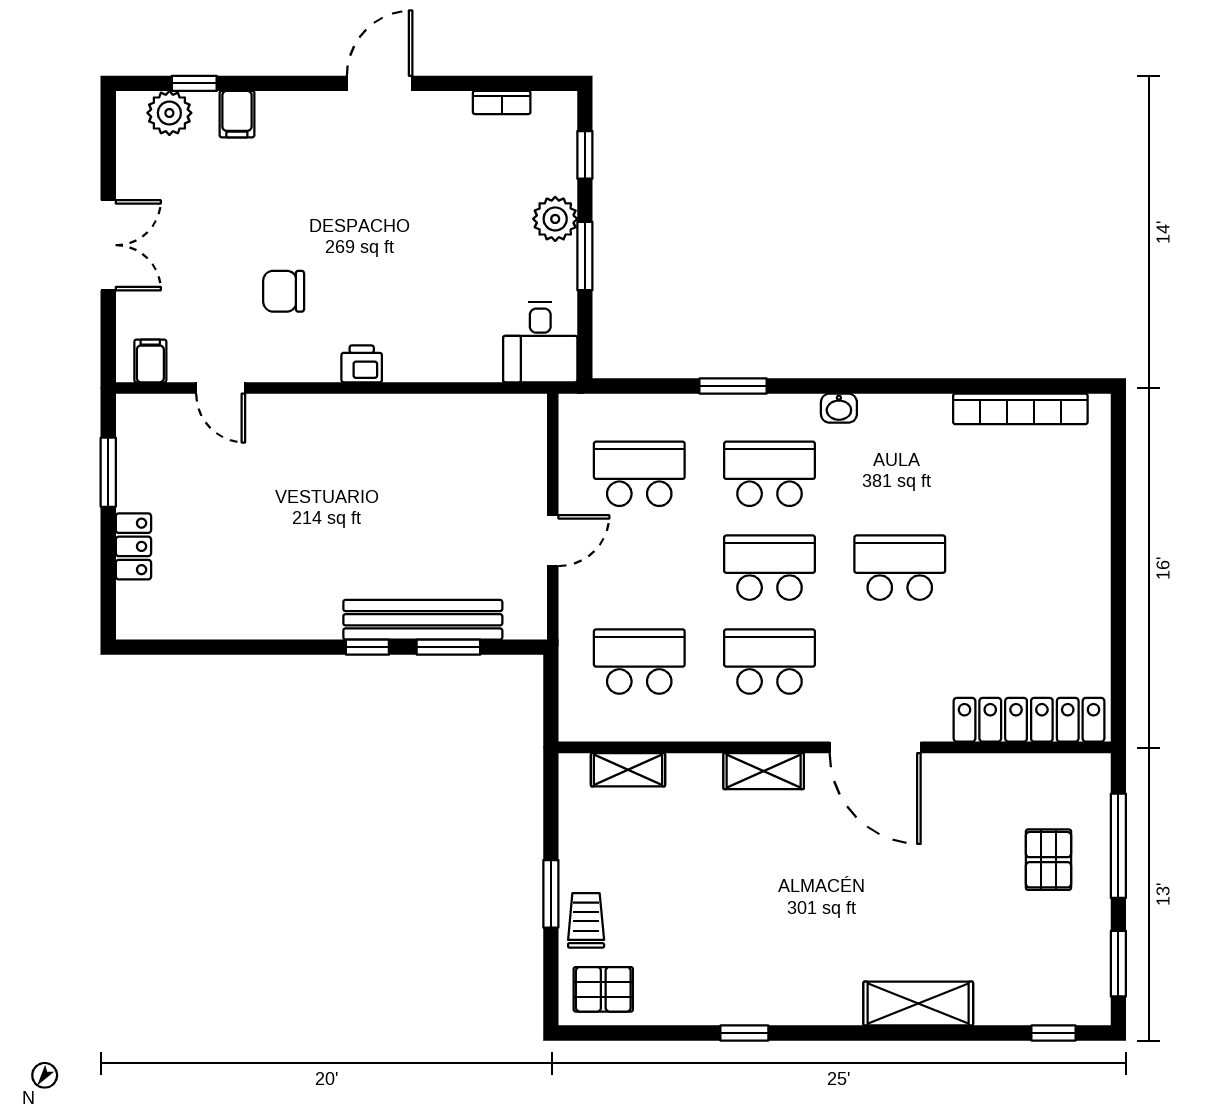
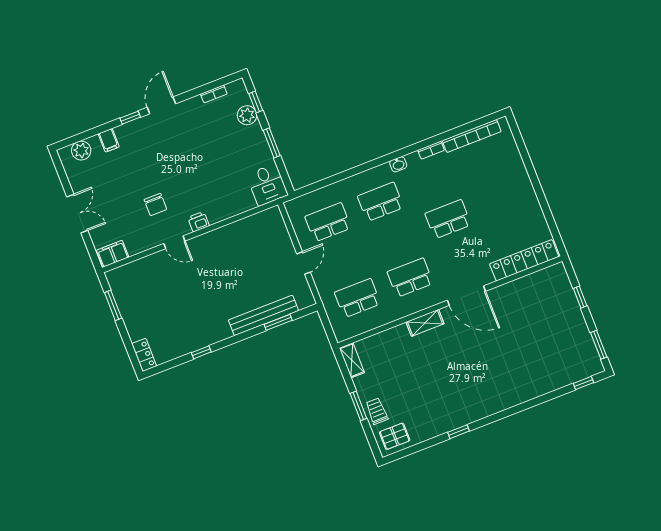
window: (194, 83) -> (130, 118), moved
plant: (555, 219) -> (247, 115), moved
chair: (284, 291) -> (155, 205), turned -90
filing cabinet: (150, 361) -> (113, 254), width x2.00
window: (733, 386) -> (352, 172), removed
door: (221, 388) -> (174, 242), moved
bookcase: (921, 405) -> (431, 150), added
locker: (133, 546) -> (144, 355), moved
school desk: (770, 568) -> (395, 240), removed
window: (367, 647) -> (201, 352), moved
shelving: (628, 770) -> (352, 360), moved, turned 90
window: (1118, 846) -> (580, 297), width x0.46
pallet: (1048, 860) -> (554, 314), removed
shelving: (918, 1003) -> (524, 392), removed

